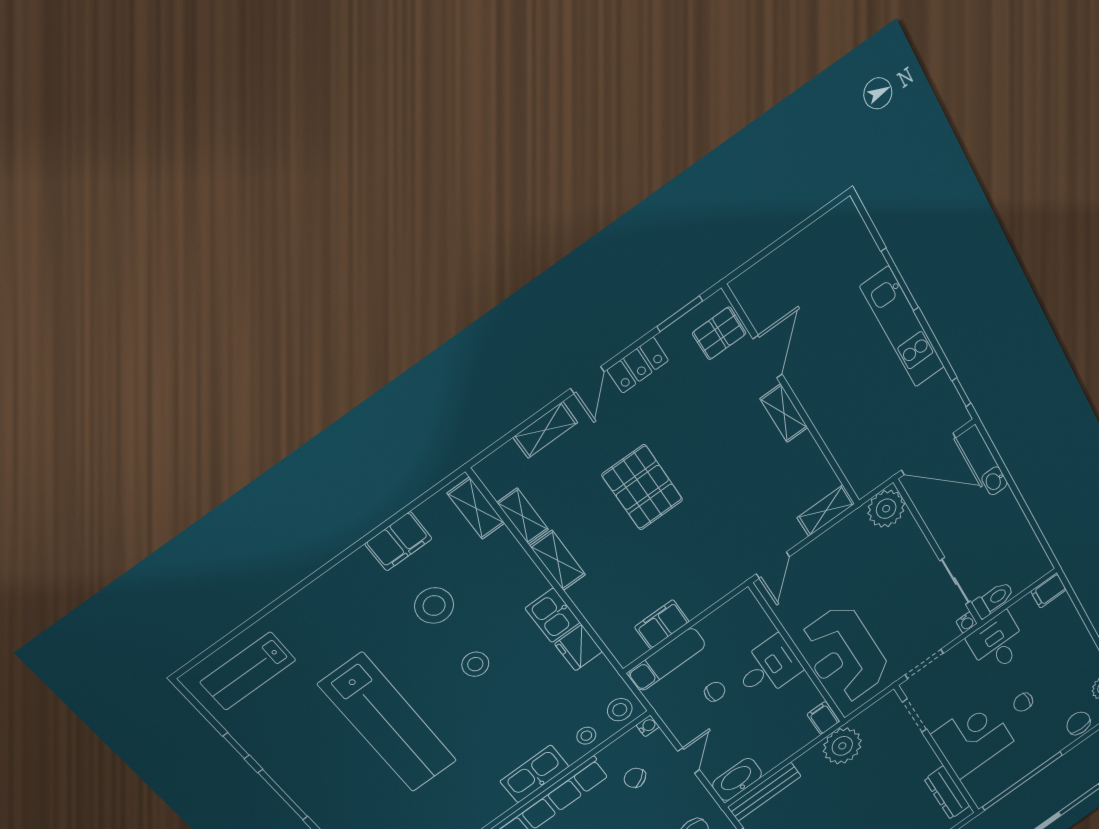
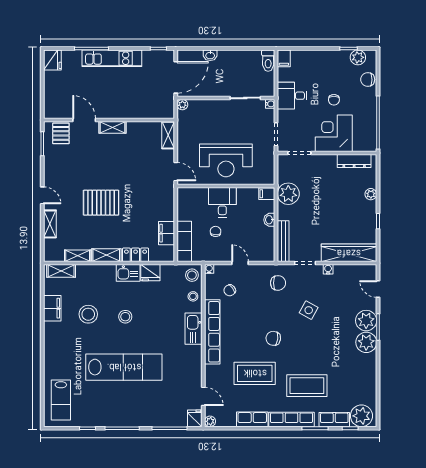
fridge: (841, 224) -> (52, 60), added
locker: (638, 365) -> (136, 255), moved, turned -90
plant: (886, 509) -> (182, 105), width x0.53, depth x0.53
toilet: (993, 599) -> (268, 61), moved, turned 180
reception desk: (844, 655) -> (226, 160), moved
washbasin: (737, 779) -> (269, 220), moved, width x0.52, depth x0.69

